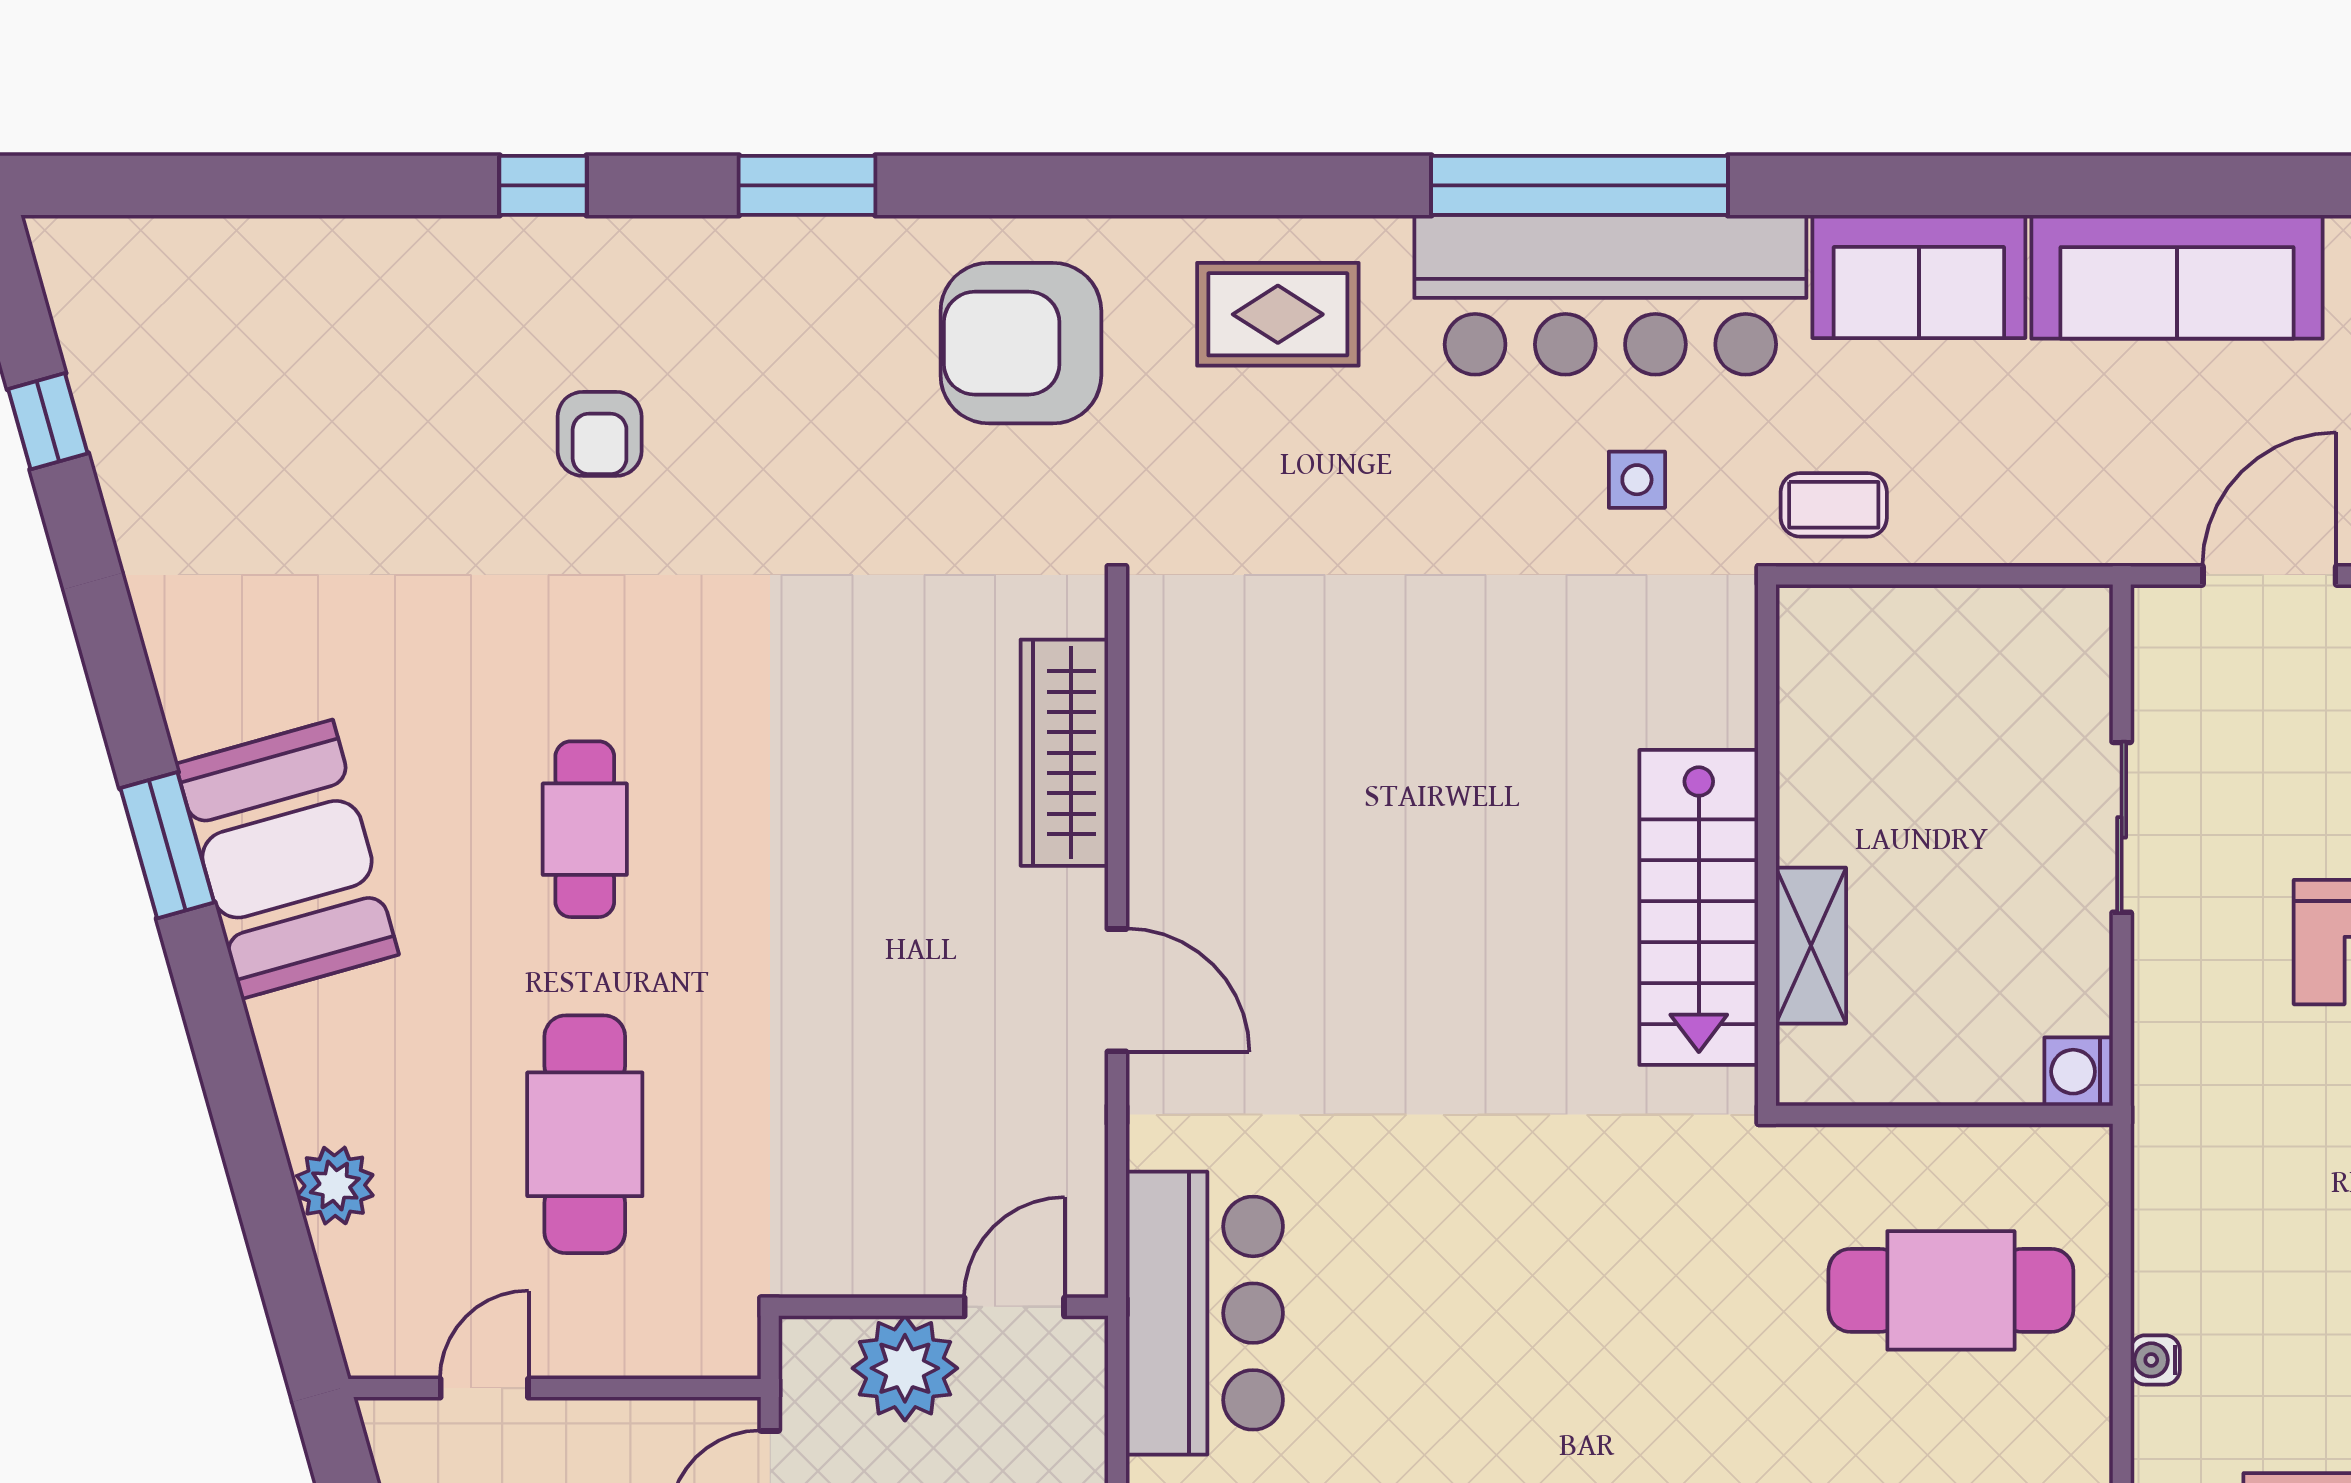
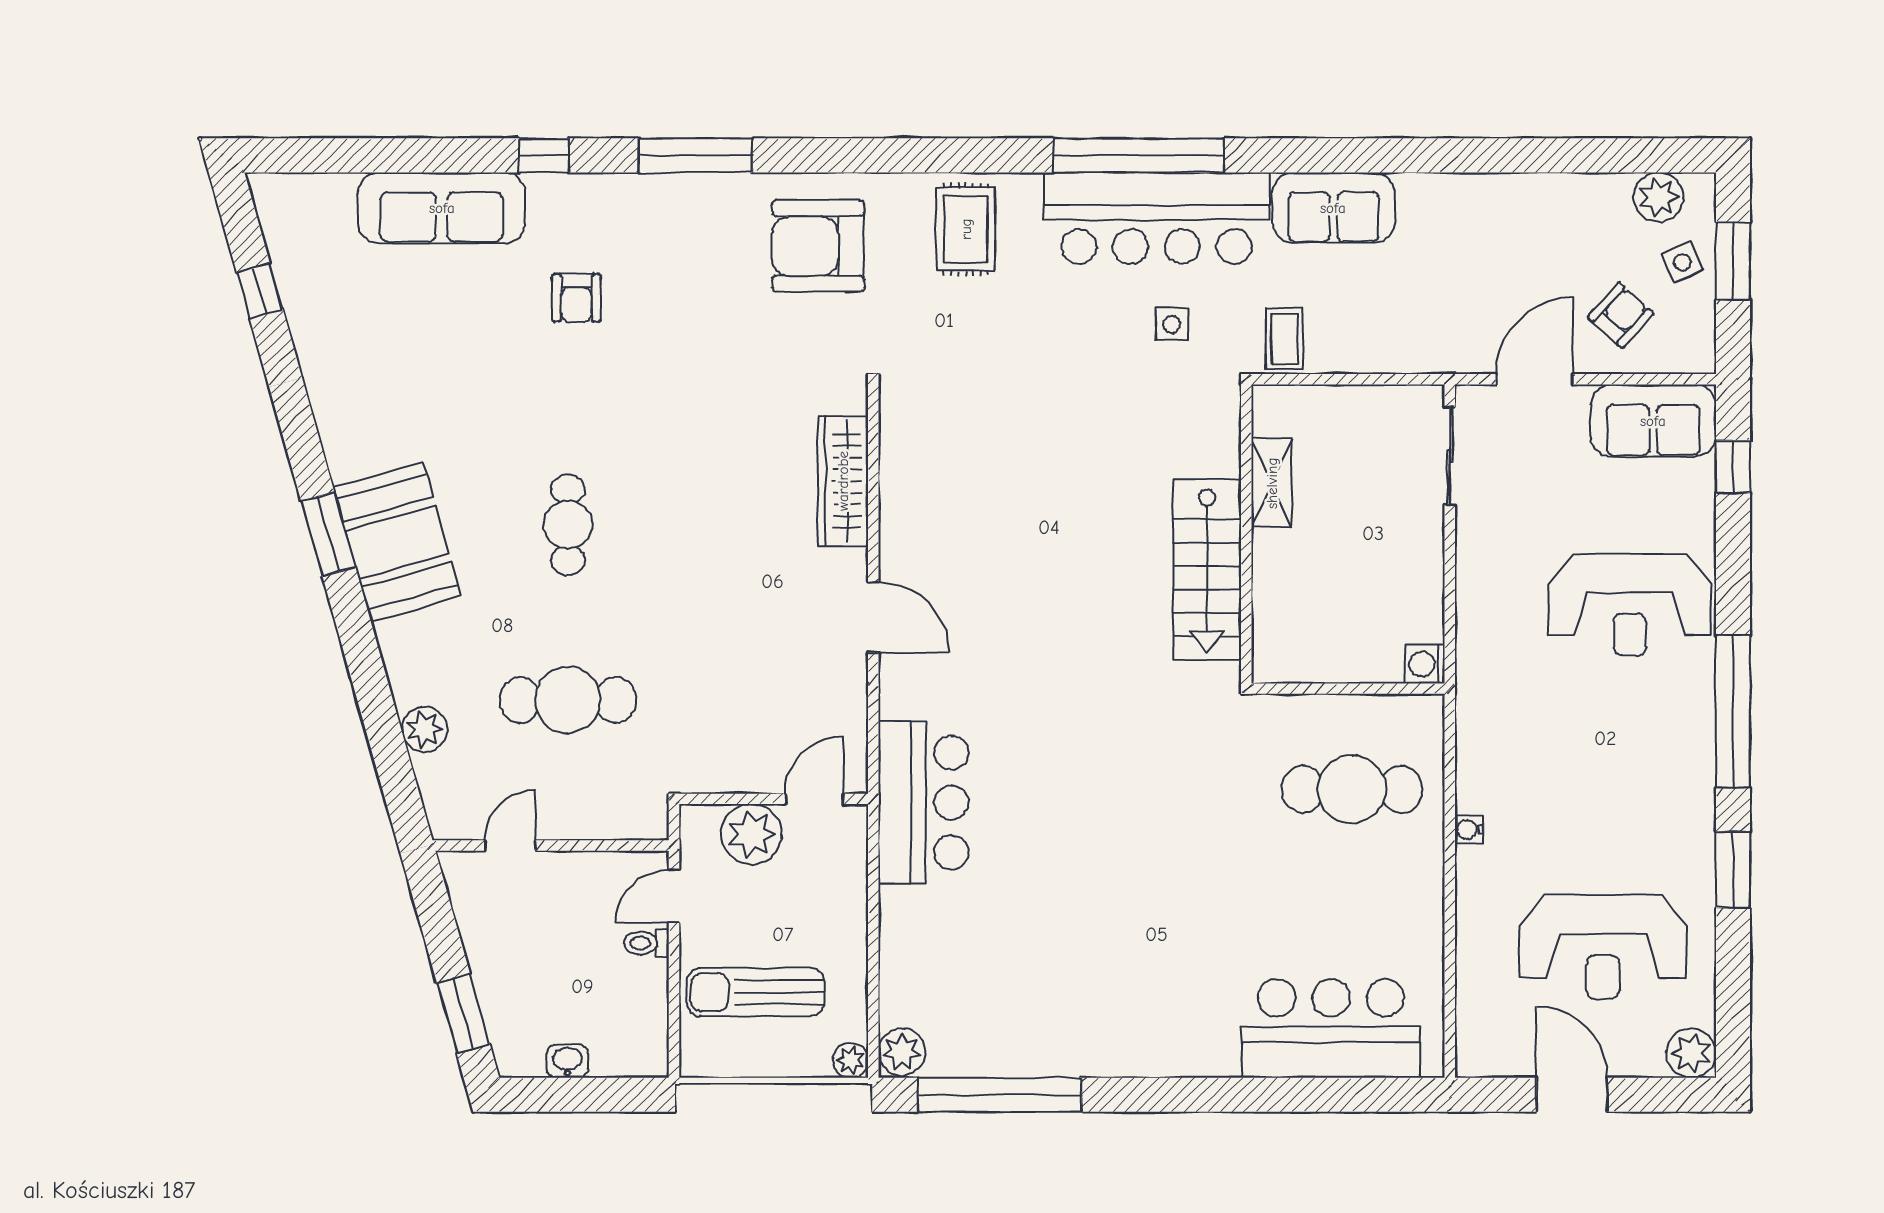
window: (807, 185) -> (695, 155), width x1.44
sofa: (2177, 277) -> (442, 208), moved
rug: (1278, 314) -> (966, 229), turned 90
coffee table: (1834, 505) -> (1285, 339), turned 90
sliding door: (2122, 827) -> (1450, 456), moved
shelving: (1811, 946) -> (1272, 483), moved
cafe table: (585, 1134) -> (568, 700), turned 90

